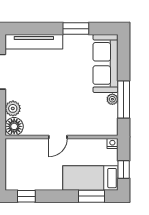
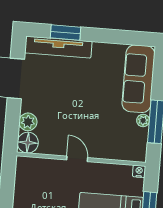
window: (76, 29) -> (66, 33), moved
door: (58, 137) -> (77, 159), swing flipped

